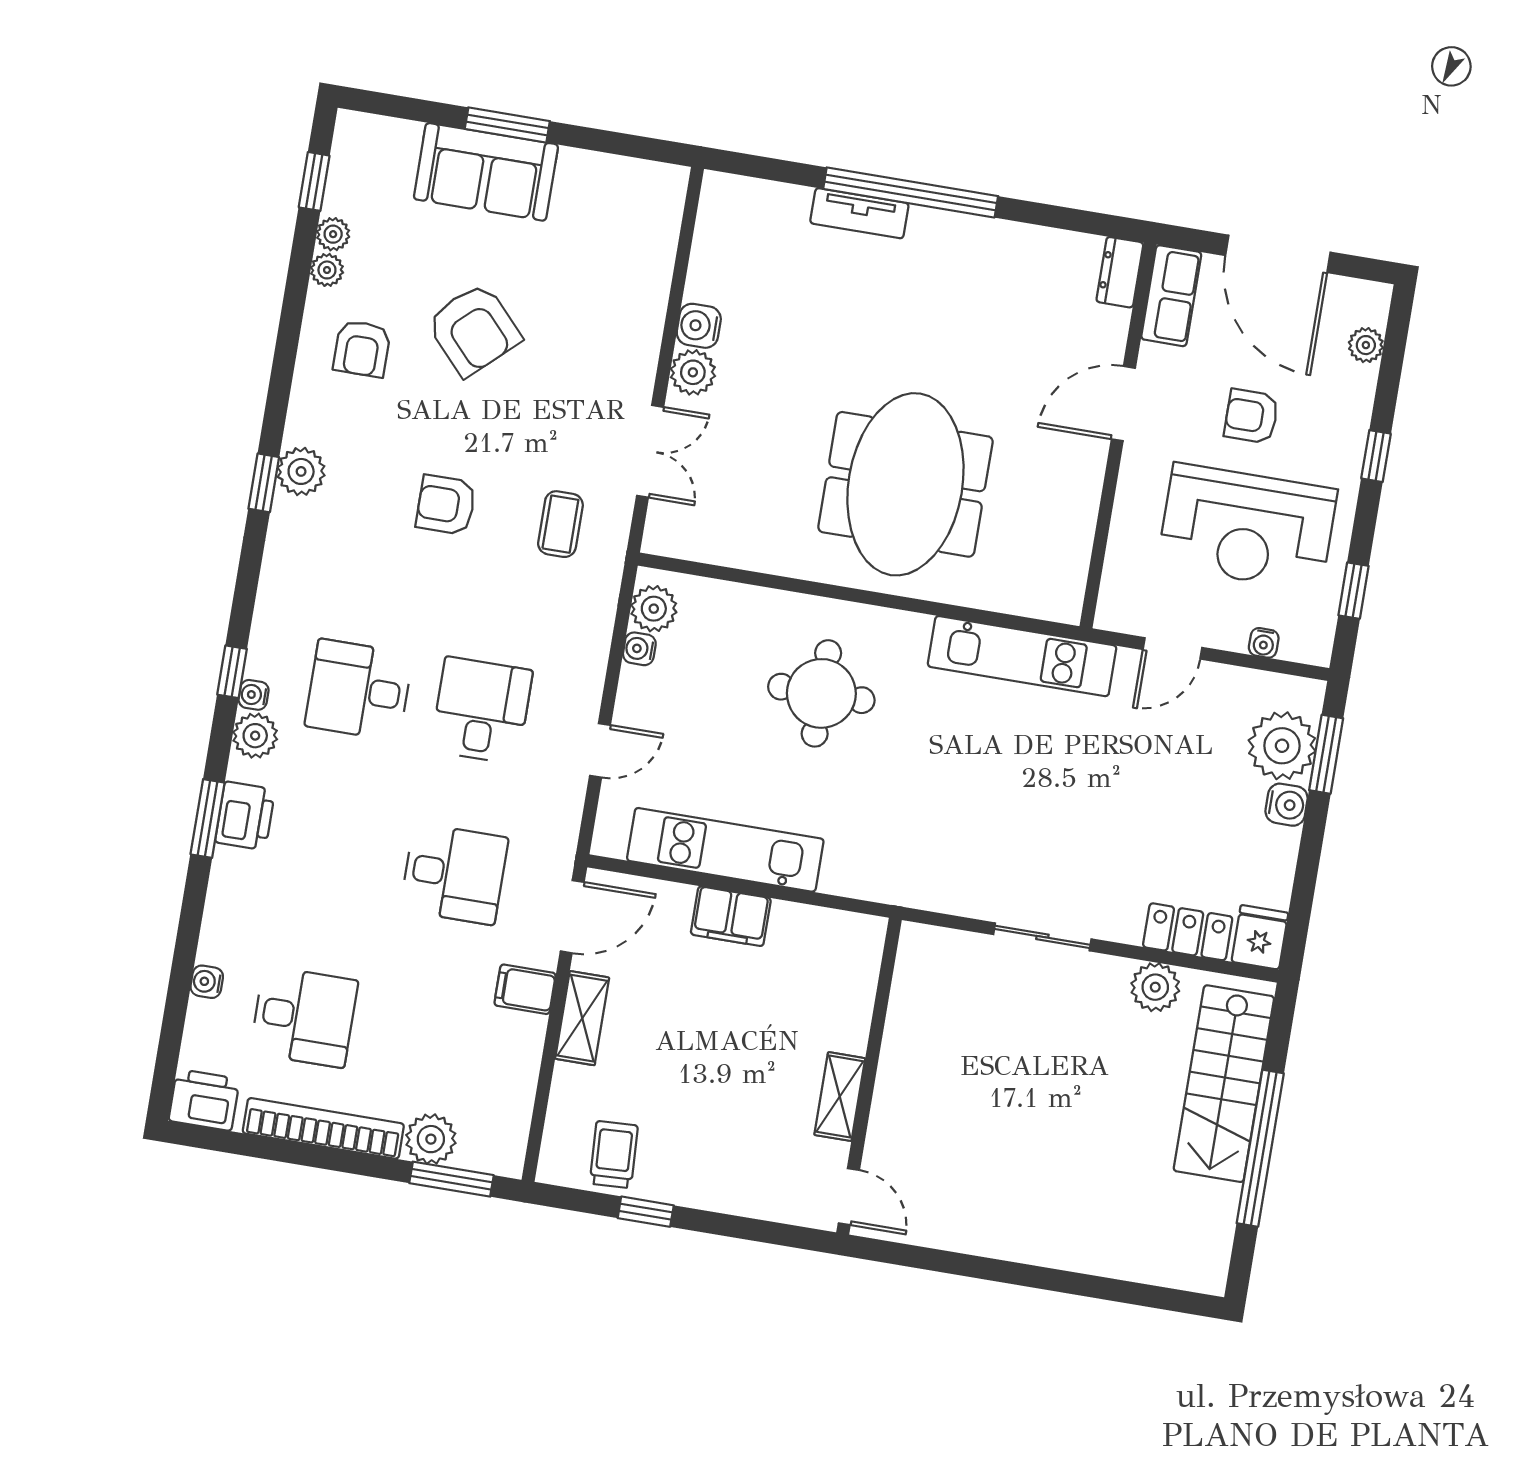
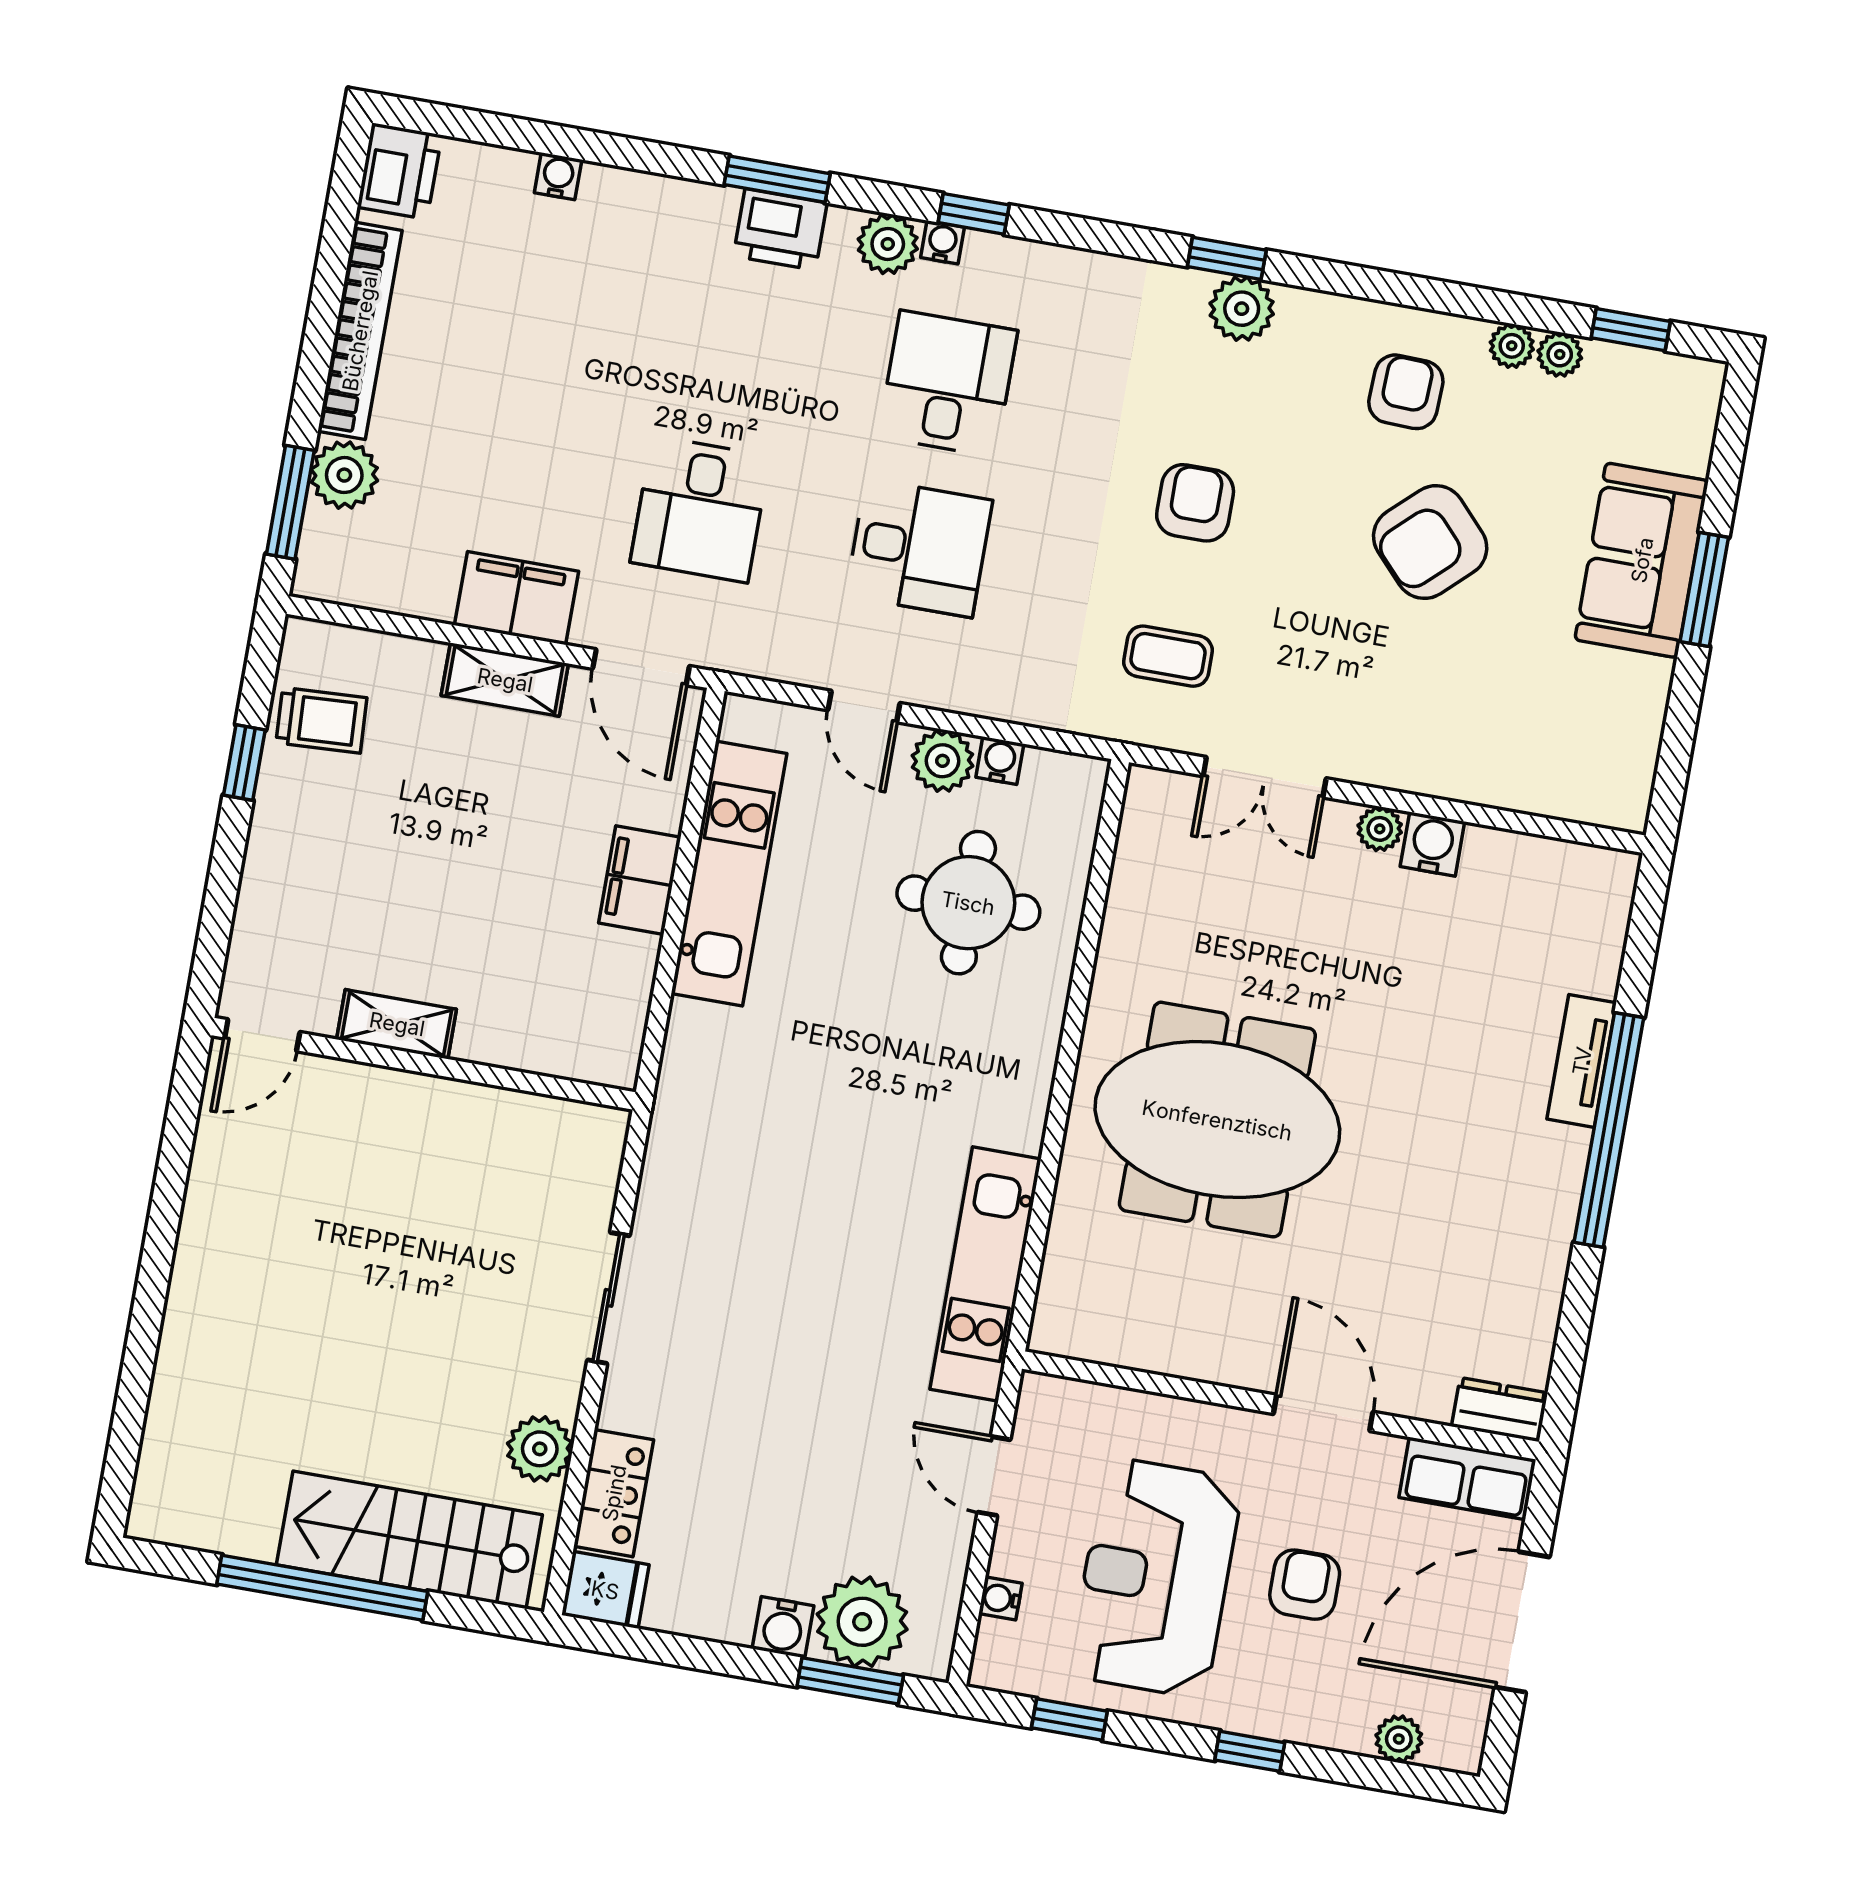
armchair: (362, 349) -> (1406, 392), turned 92
plant: (693, 372) -> (1380, 829), width x0.73, depth x0.73
plant: (654, 609) -> (942, 761), moved
round table: (821, 693) -> (968, 903), moved
filing cabinet: (525, 989) -> (516, 598), width x2.00
desk: (304, 1017) -> (510, 306), removed

